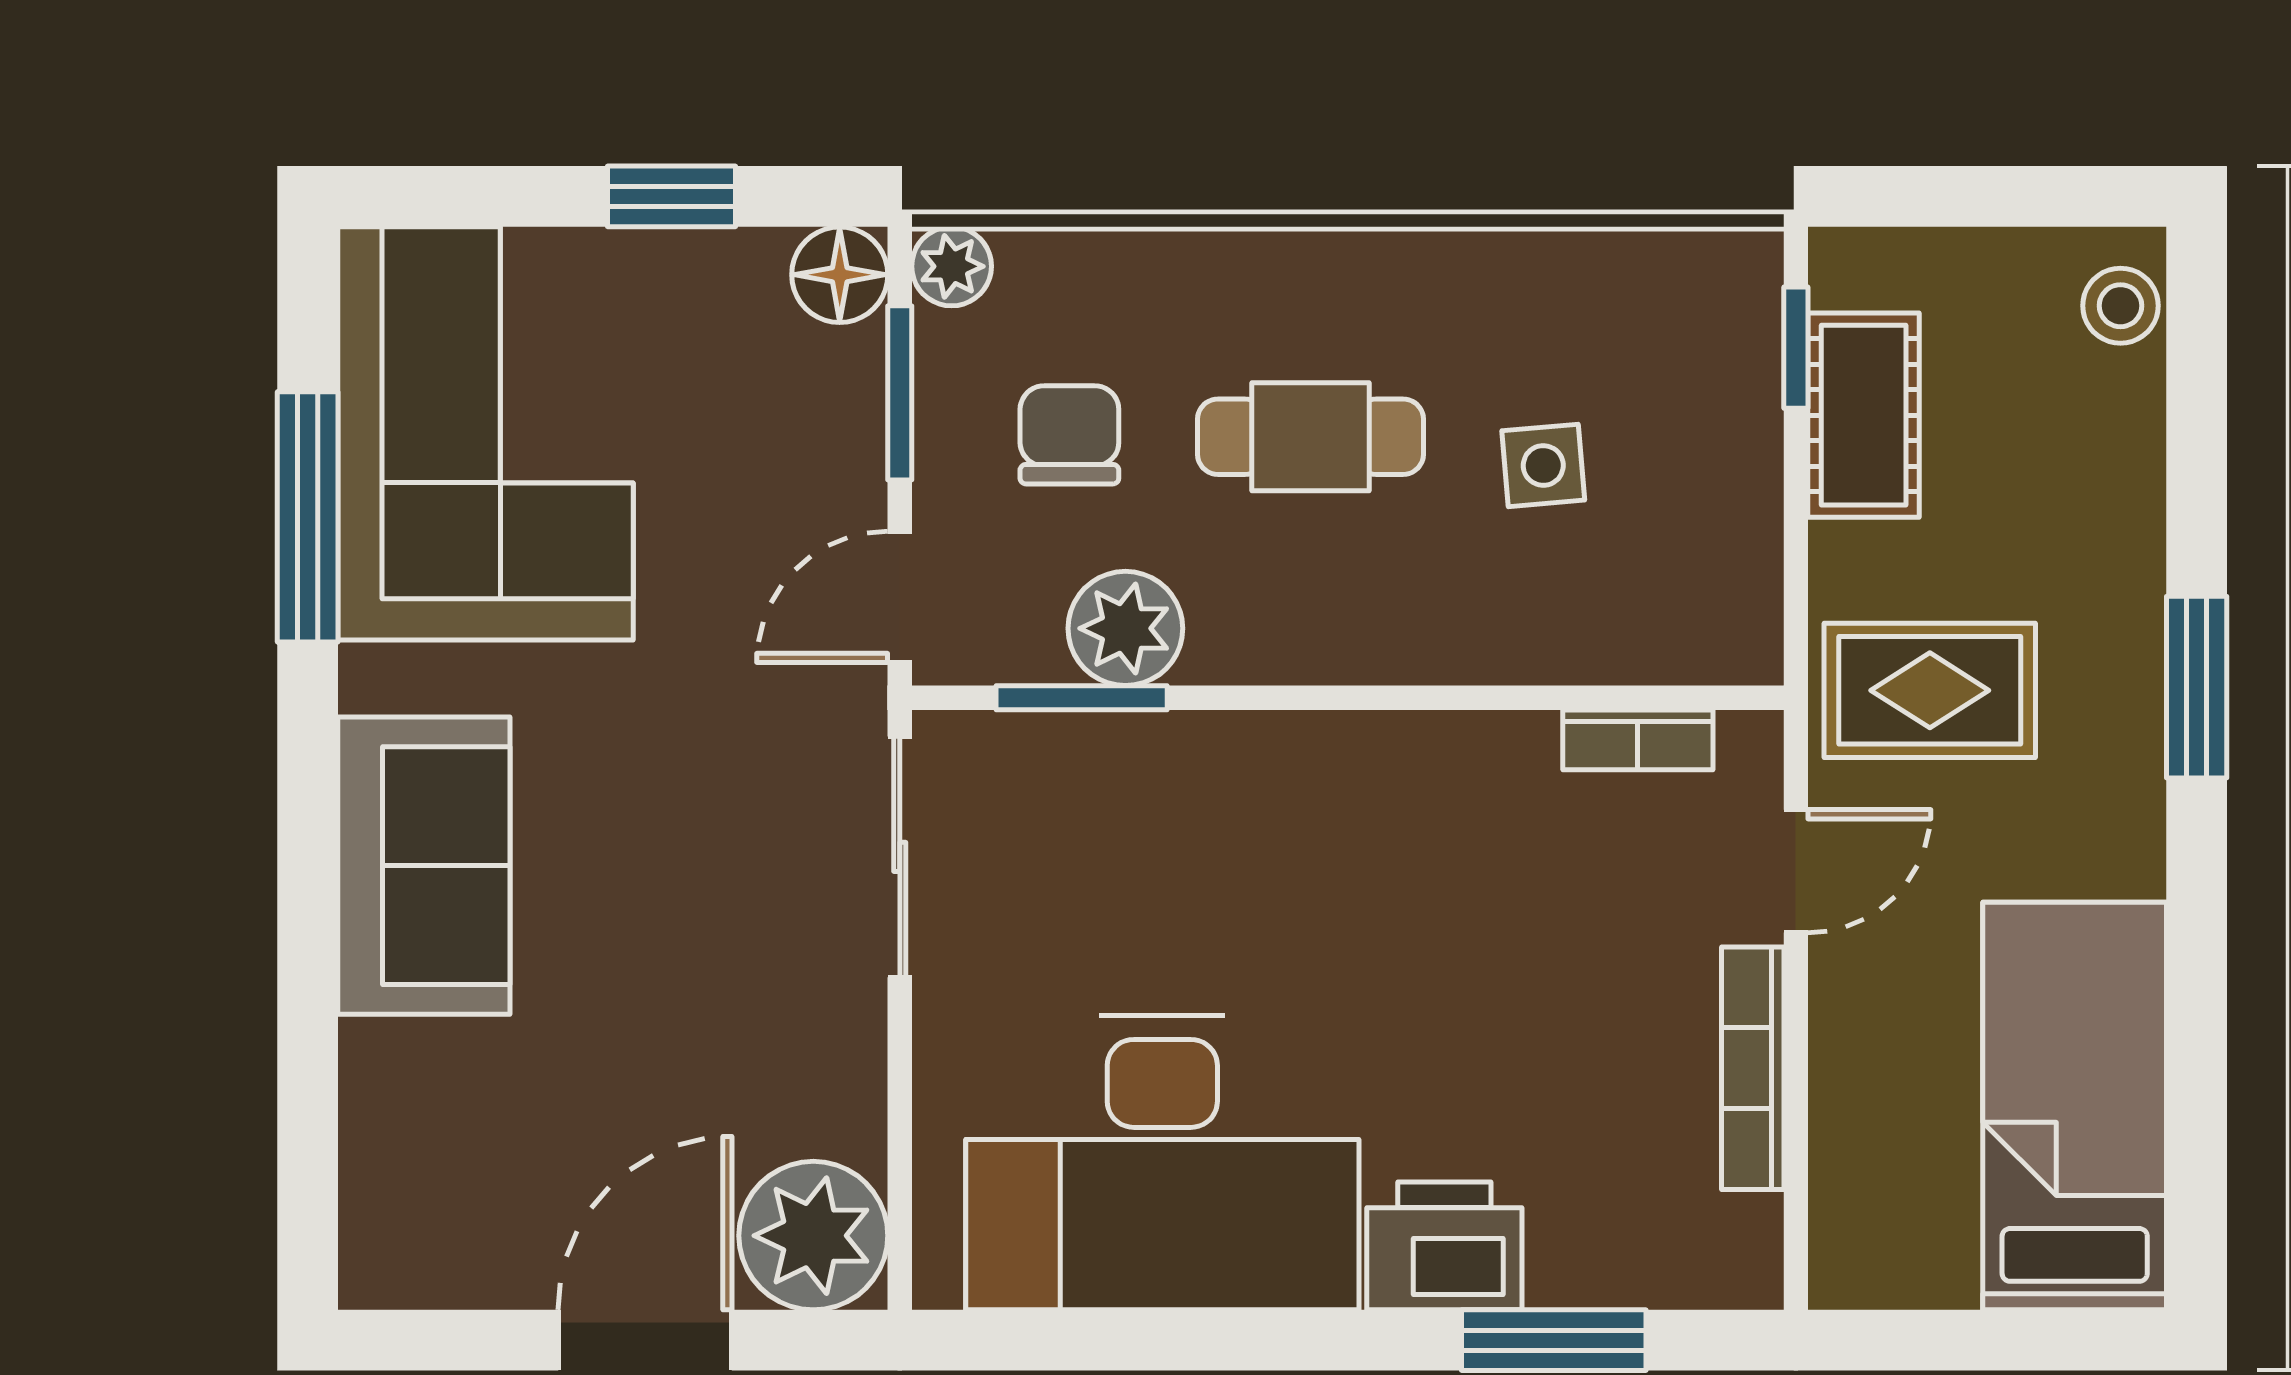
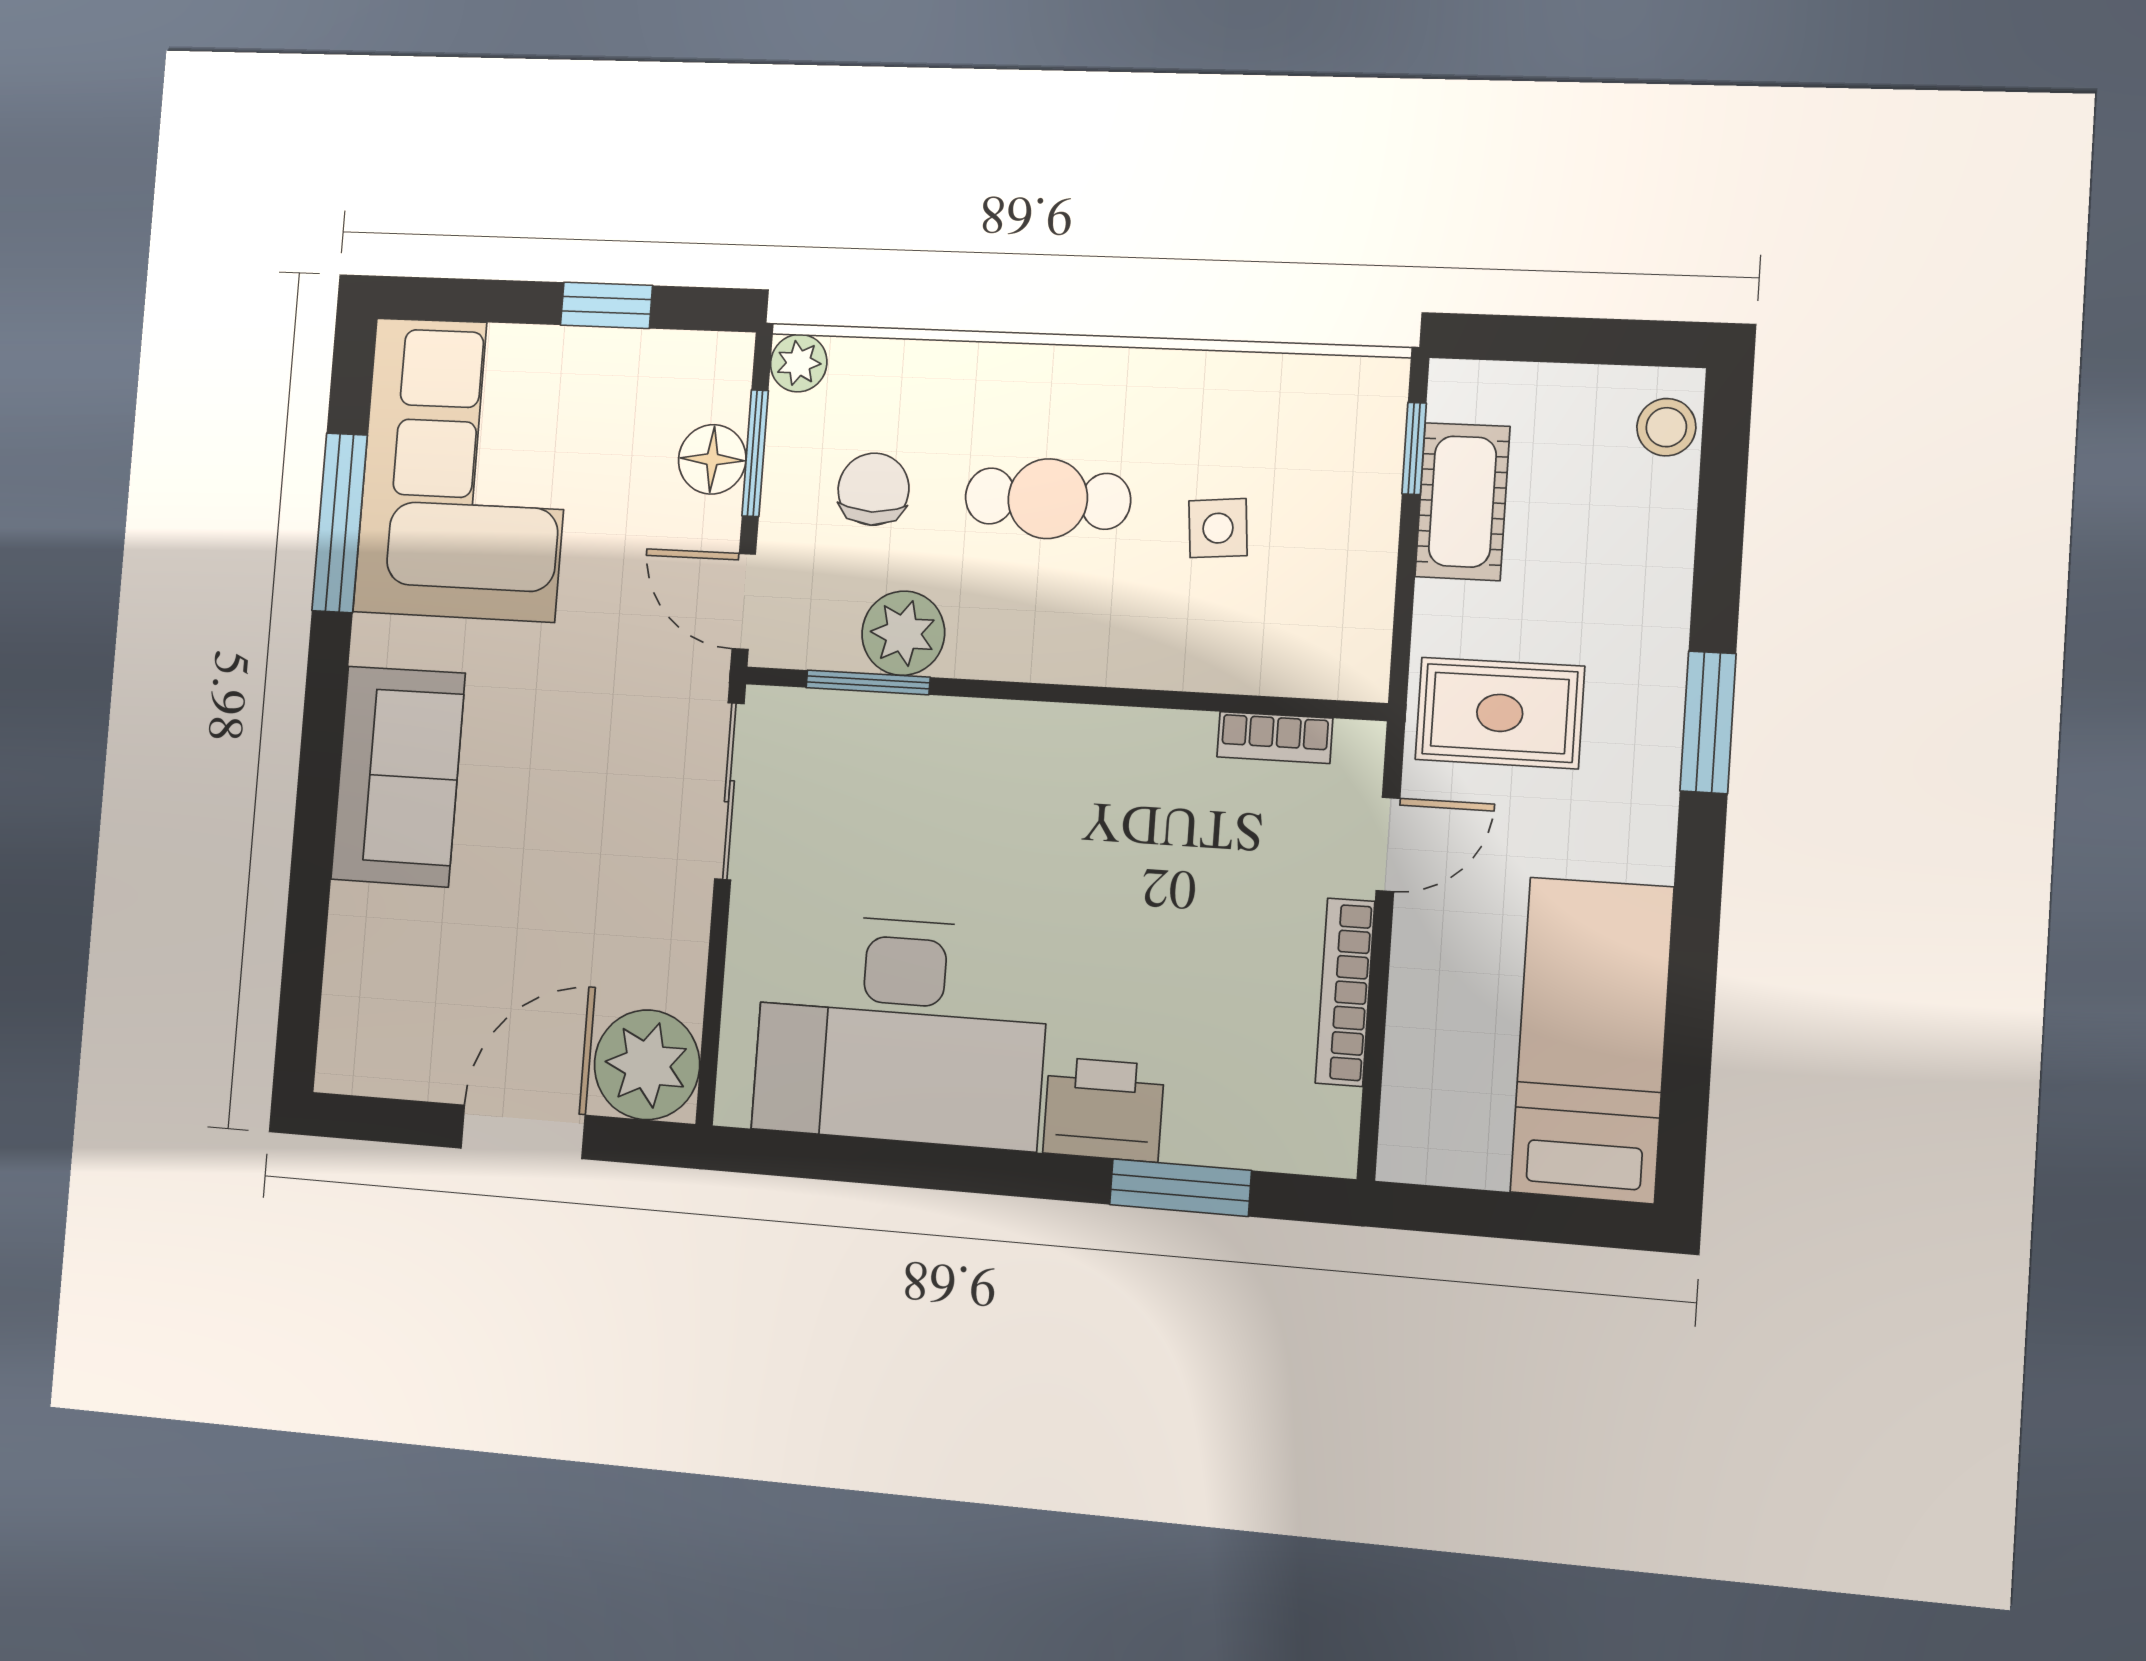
floor lamp: (840, 275) -> (712, 459), moved
door: (900, 597) -> (744, 601), hinge flipped

